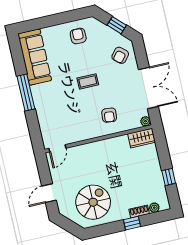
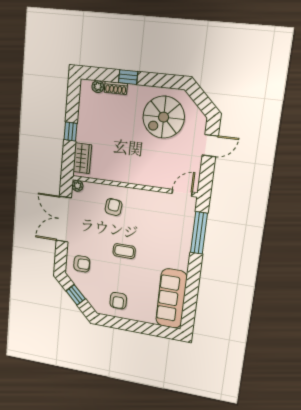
armchair: (120, 55) -> (82, 264), turned 50
window: (26, 92) -> (199, 233), moved
wardrobe: (142, 138) -> (82, 158), moved, turned 90
window: (169, 177) -> (71, 132), moved

